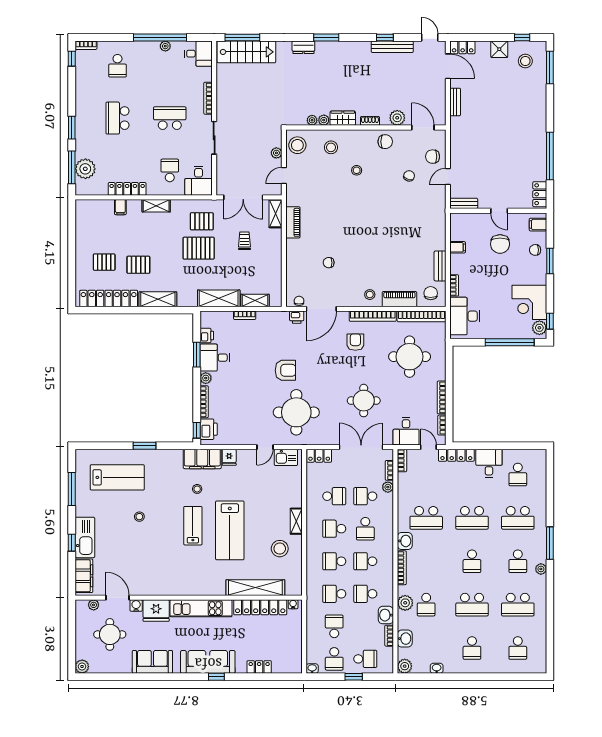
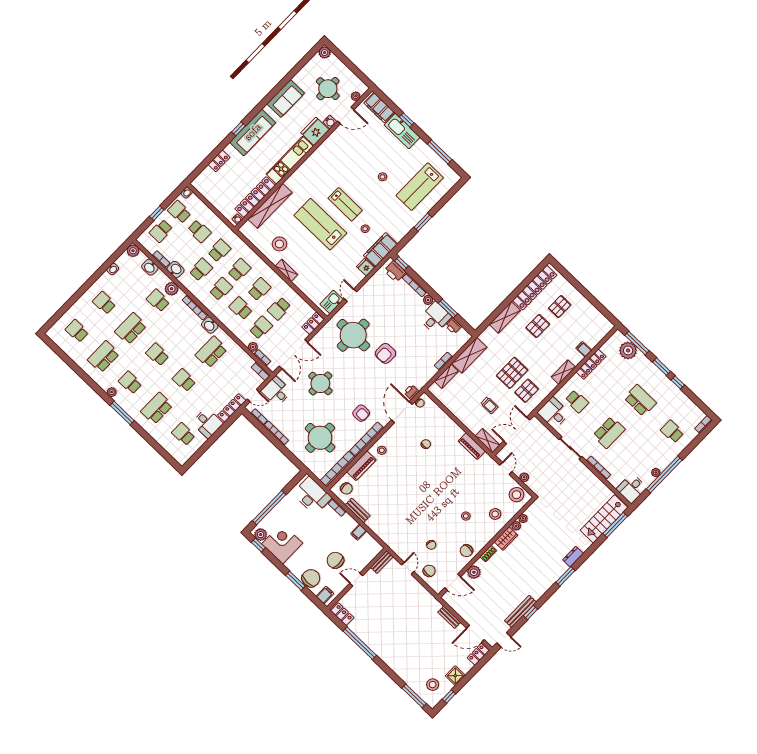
window: (72, 59) -> (678, 382), moved
chair: (535, 250) -> (311, 578), width x1.87, depth x1.87
school desk: (472, 518) -> (184, 380), width x0.54

